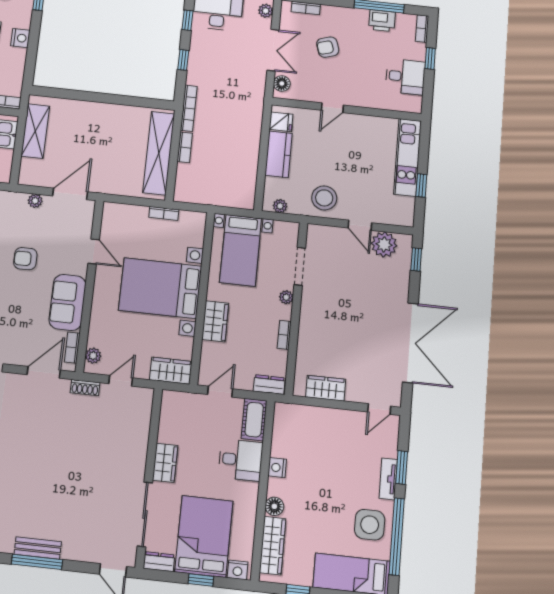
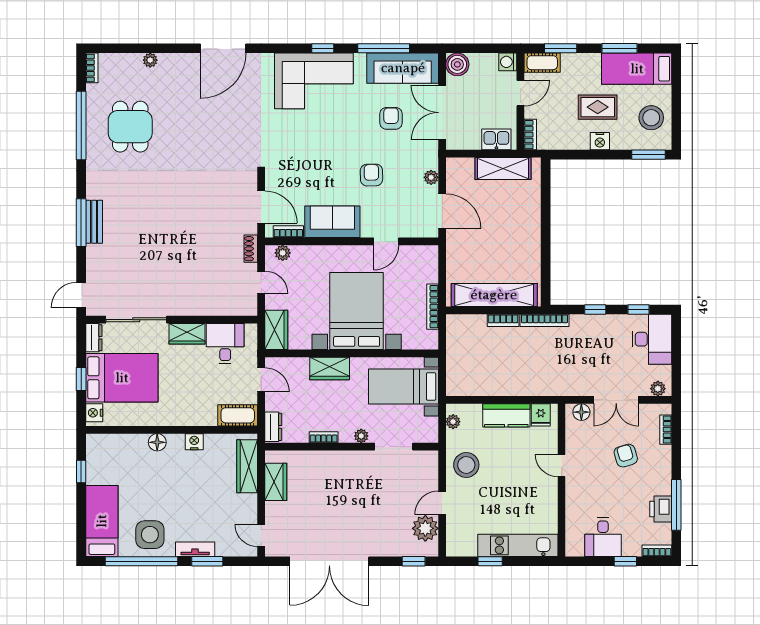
bookcase: (164, 213) -> (433, 307), width x1.56
desk: (240, 460) -> (225, 344), moved, turned 180
wardrobe: (273, 546) -> (247, 466), moved, turned 90

